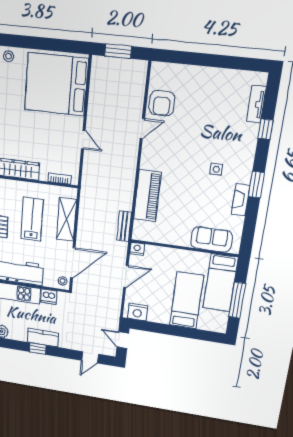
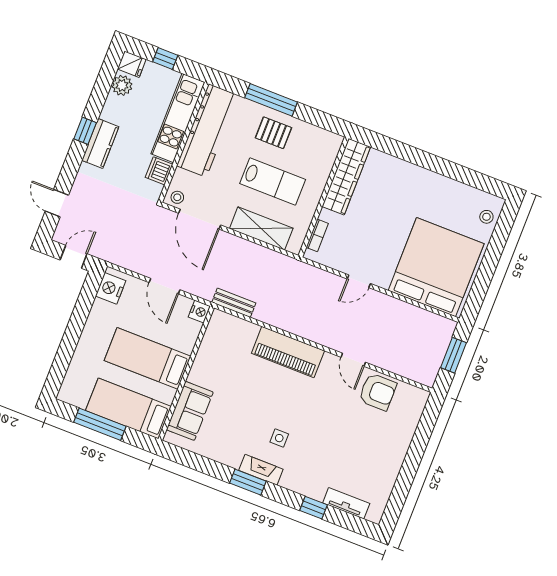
armchair: (162, 103) -> (378, 392), turned 180
piano: (147, 196) -> (288, 352), moved
fireplace: (241, 200) -> (261, 470), moved
bed: (187, 300) -> (148, 358), moved, turned 180

